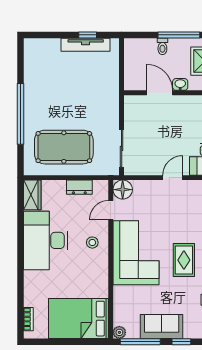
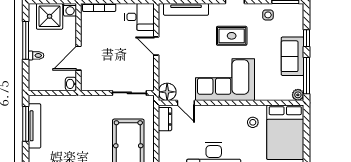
window: (88, 35) -> (26, 124), width x2.17
washbasin: (180, 84) -> (71, 84), moved
dresser: (79, 187) -> (165, 119), moved
stool: (92, 243) -> (253, 122), moved

